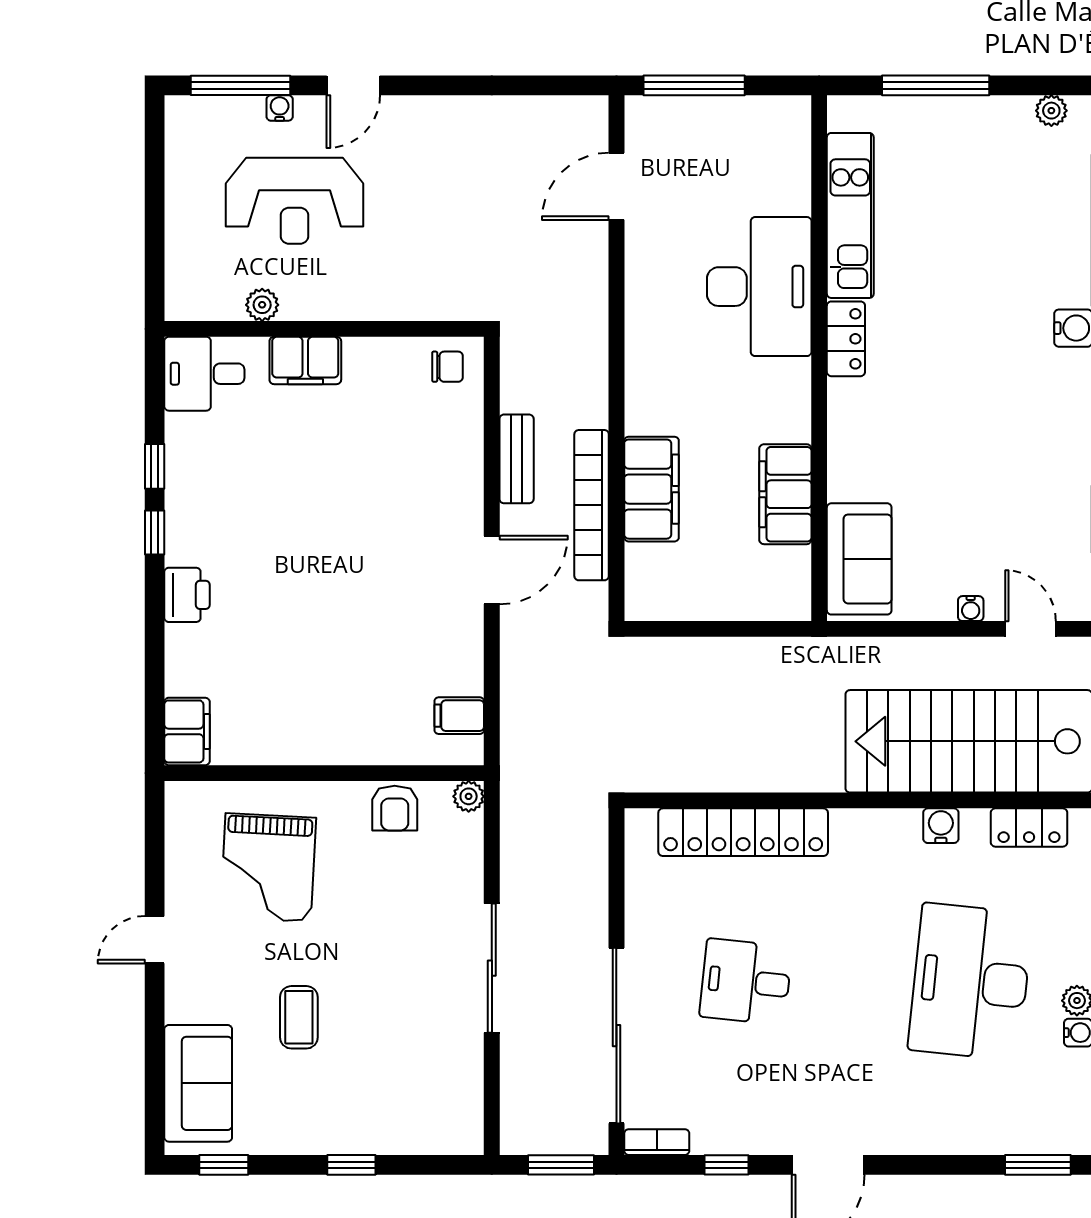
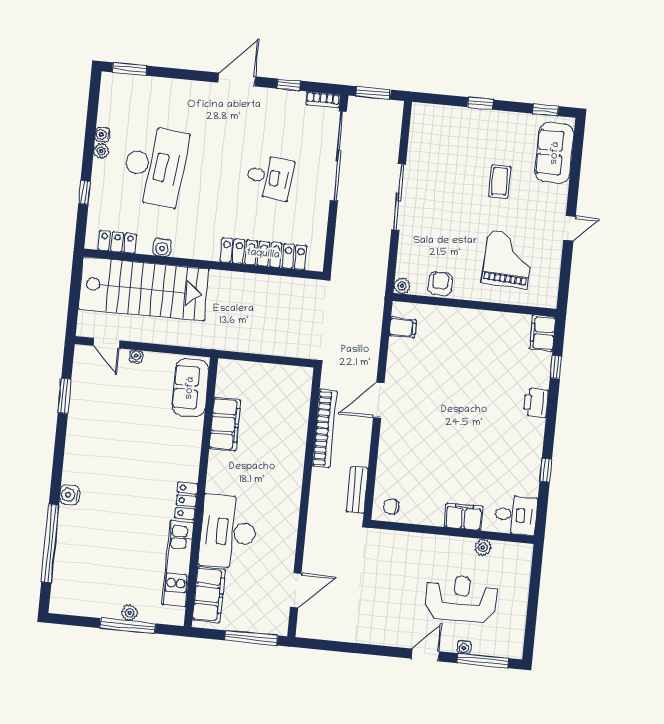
plant: (1051, 111) -> (129, 613), moved
bench: (517, 459) -> (357, 490), moved
filing cabinet: (652, 489) -> (209, 595), moved, turned 180
window: (155, 533) -> (556, 367), moved

